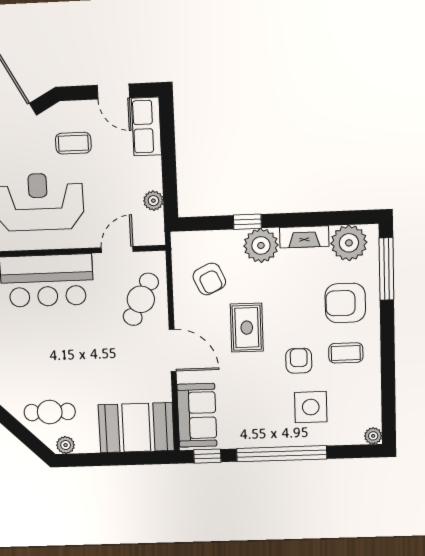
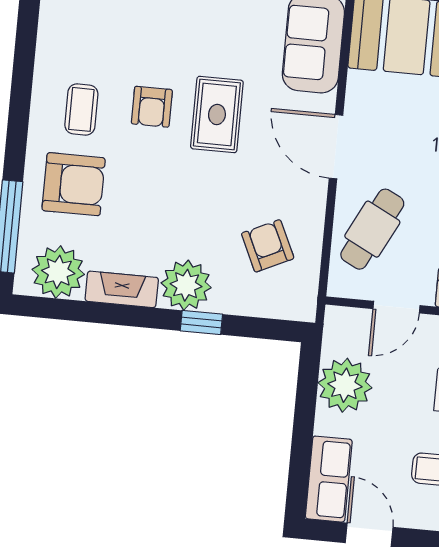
plant: (153, 201) -> (345, 385), width x1.88, depth x1.88
rug: (247, 328) -> (217, 114), moved
coffee table: (346, 353) -> (81, 109), turned 90
side table: (311, 407) -> (143, 34), removed

